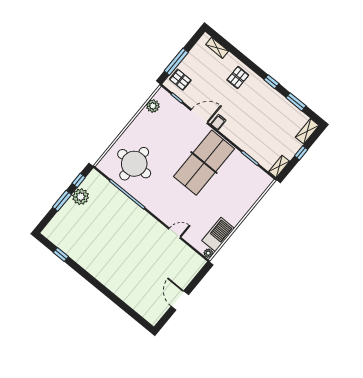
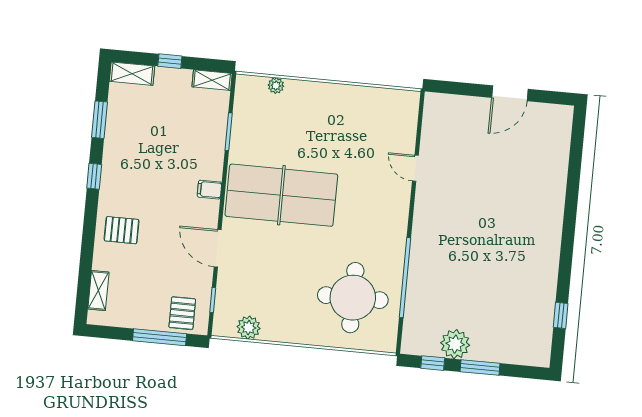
filing cabinet: (218, 122) -> (209, 190), moved
barbecue: (218, 235) -> (374, 102), removed
plant: (208, 253) -> (276, 86), moved

